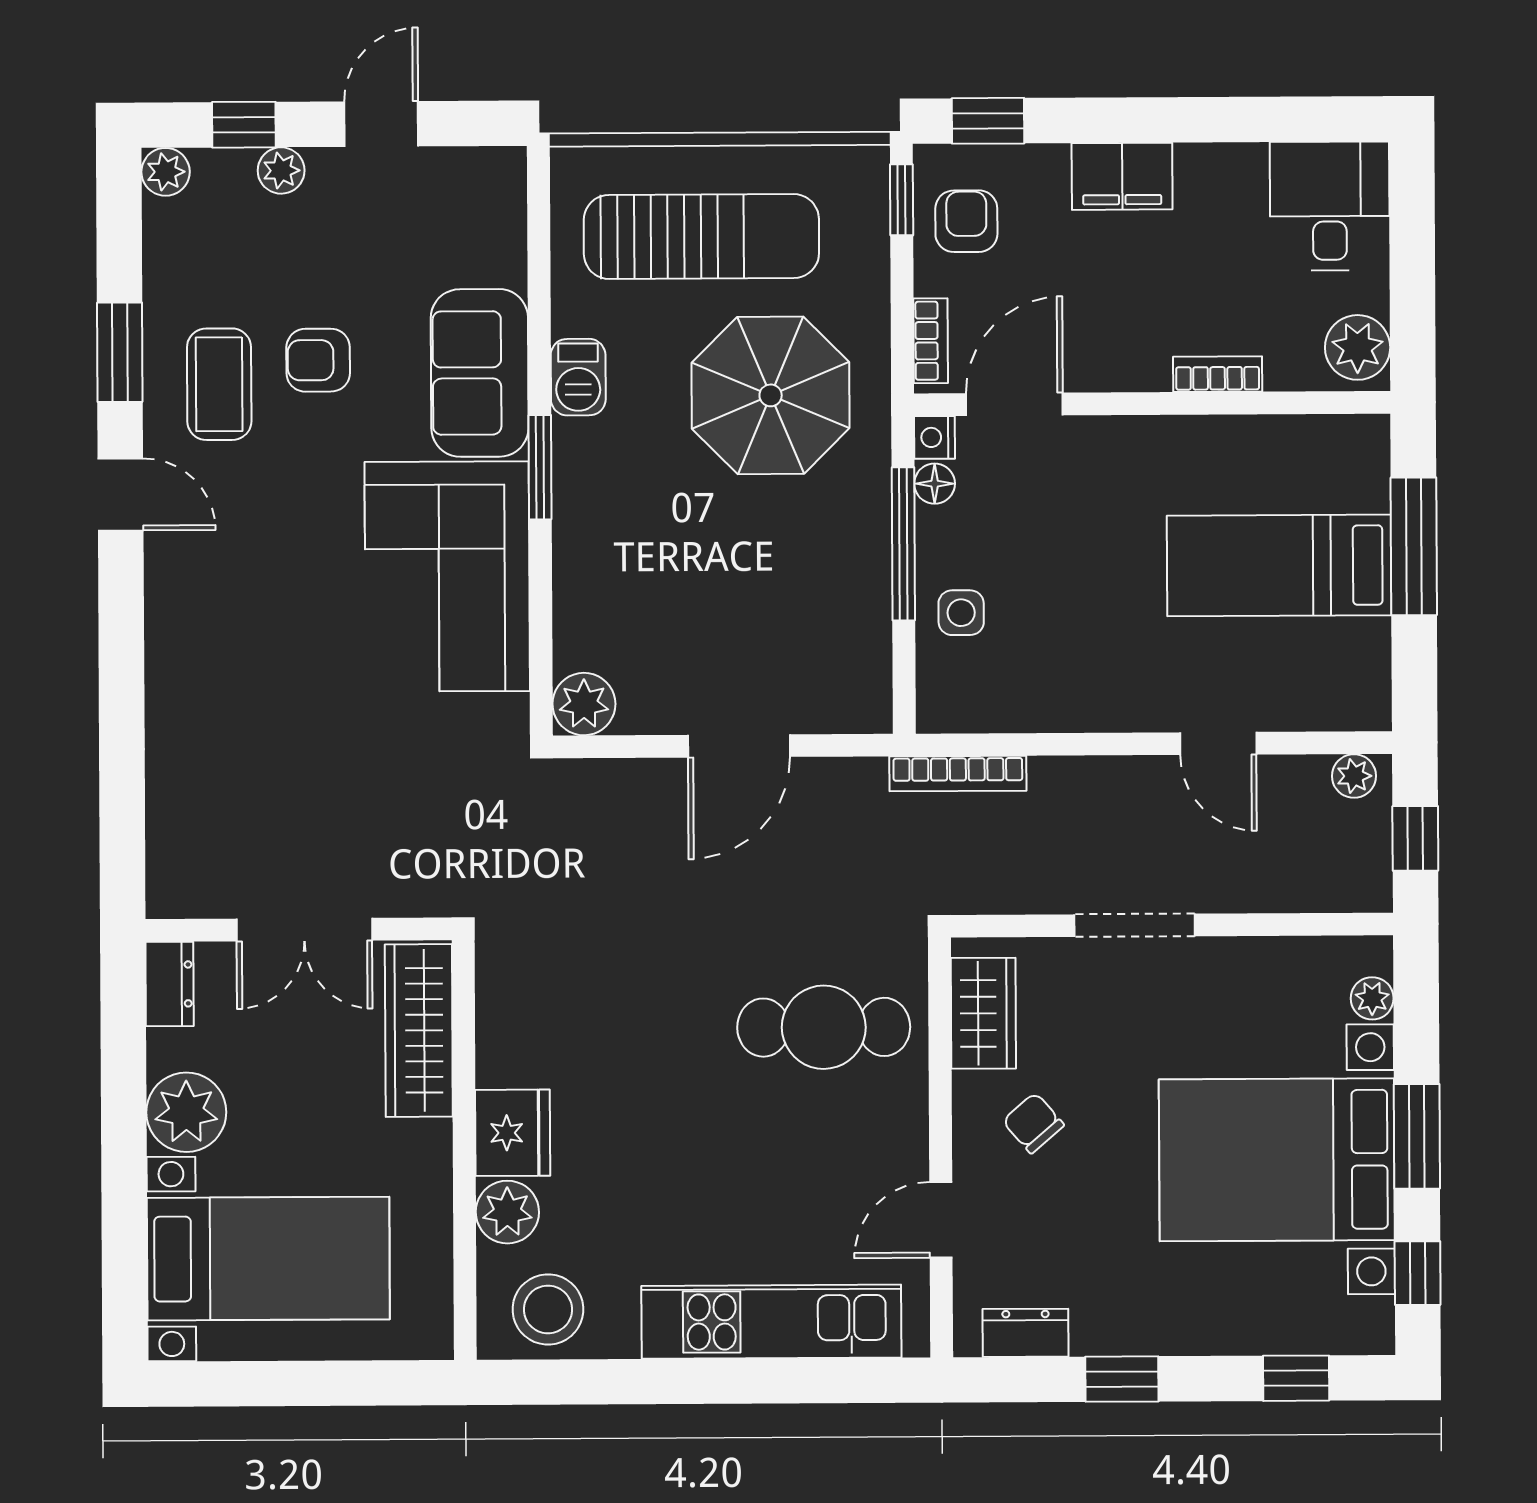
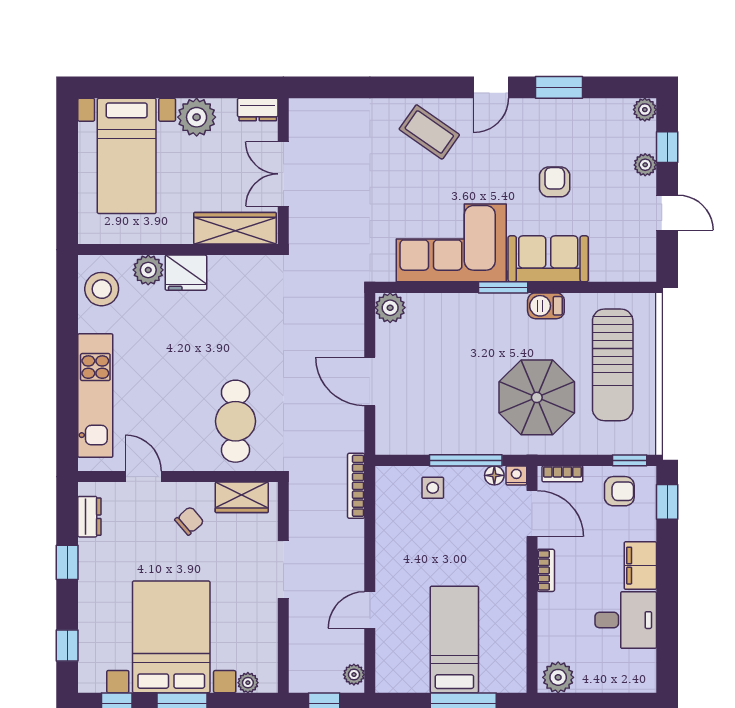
desk: (1330, 206) -> (626, 620), moved
bookcase: (1218, 374) -> (546, 570), moved
coffee table: (219, 384) -> (429, 132), moved, turned 35

